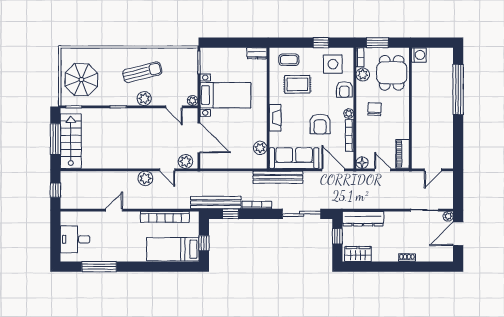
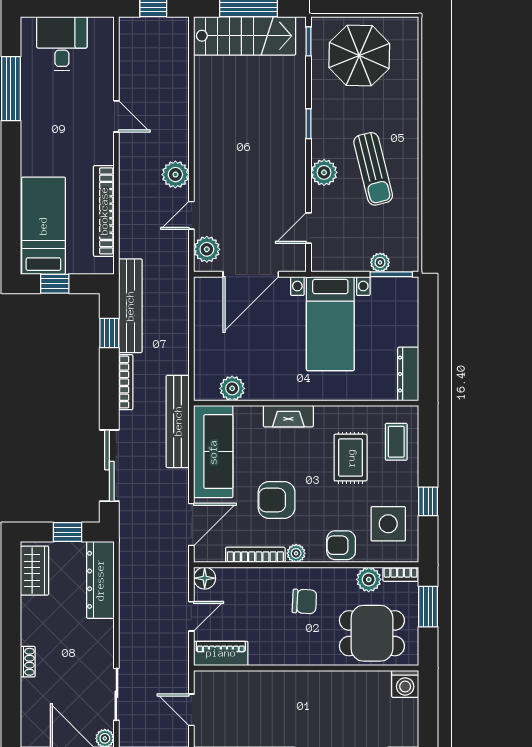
dresser: (257, 53) -> (408, 374), width x1.44
plant: (193, 100) -> (380, 262), moved

